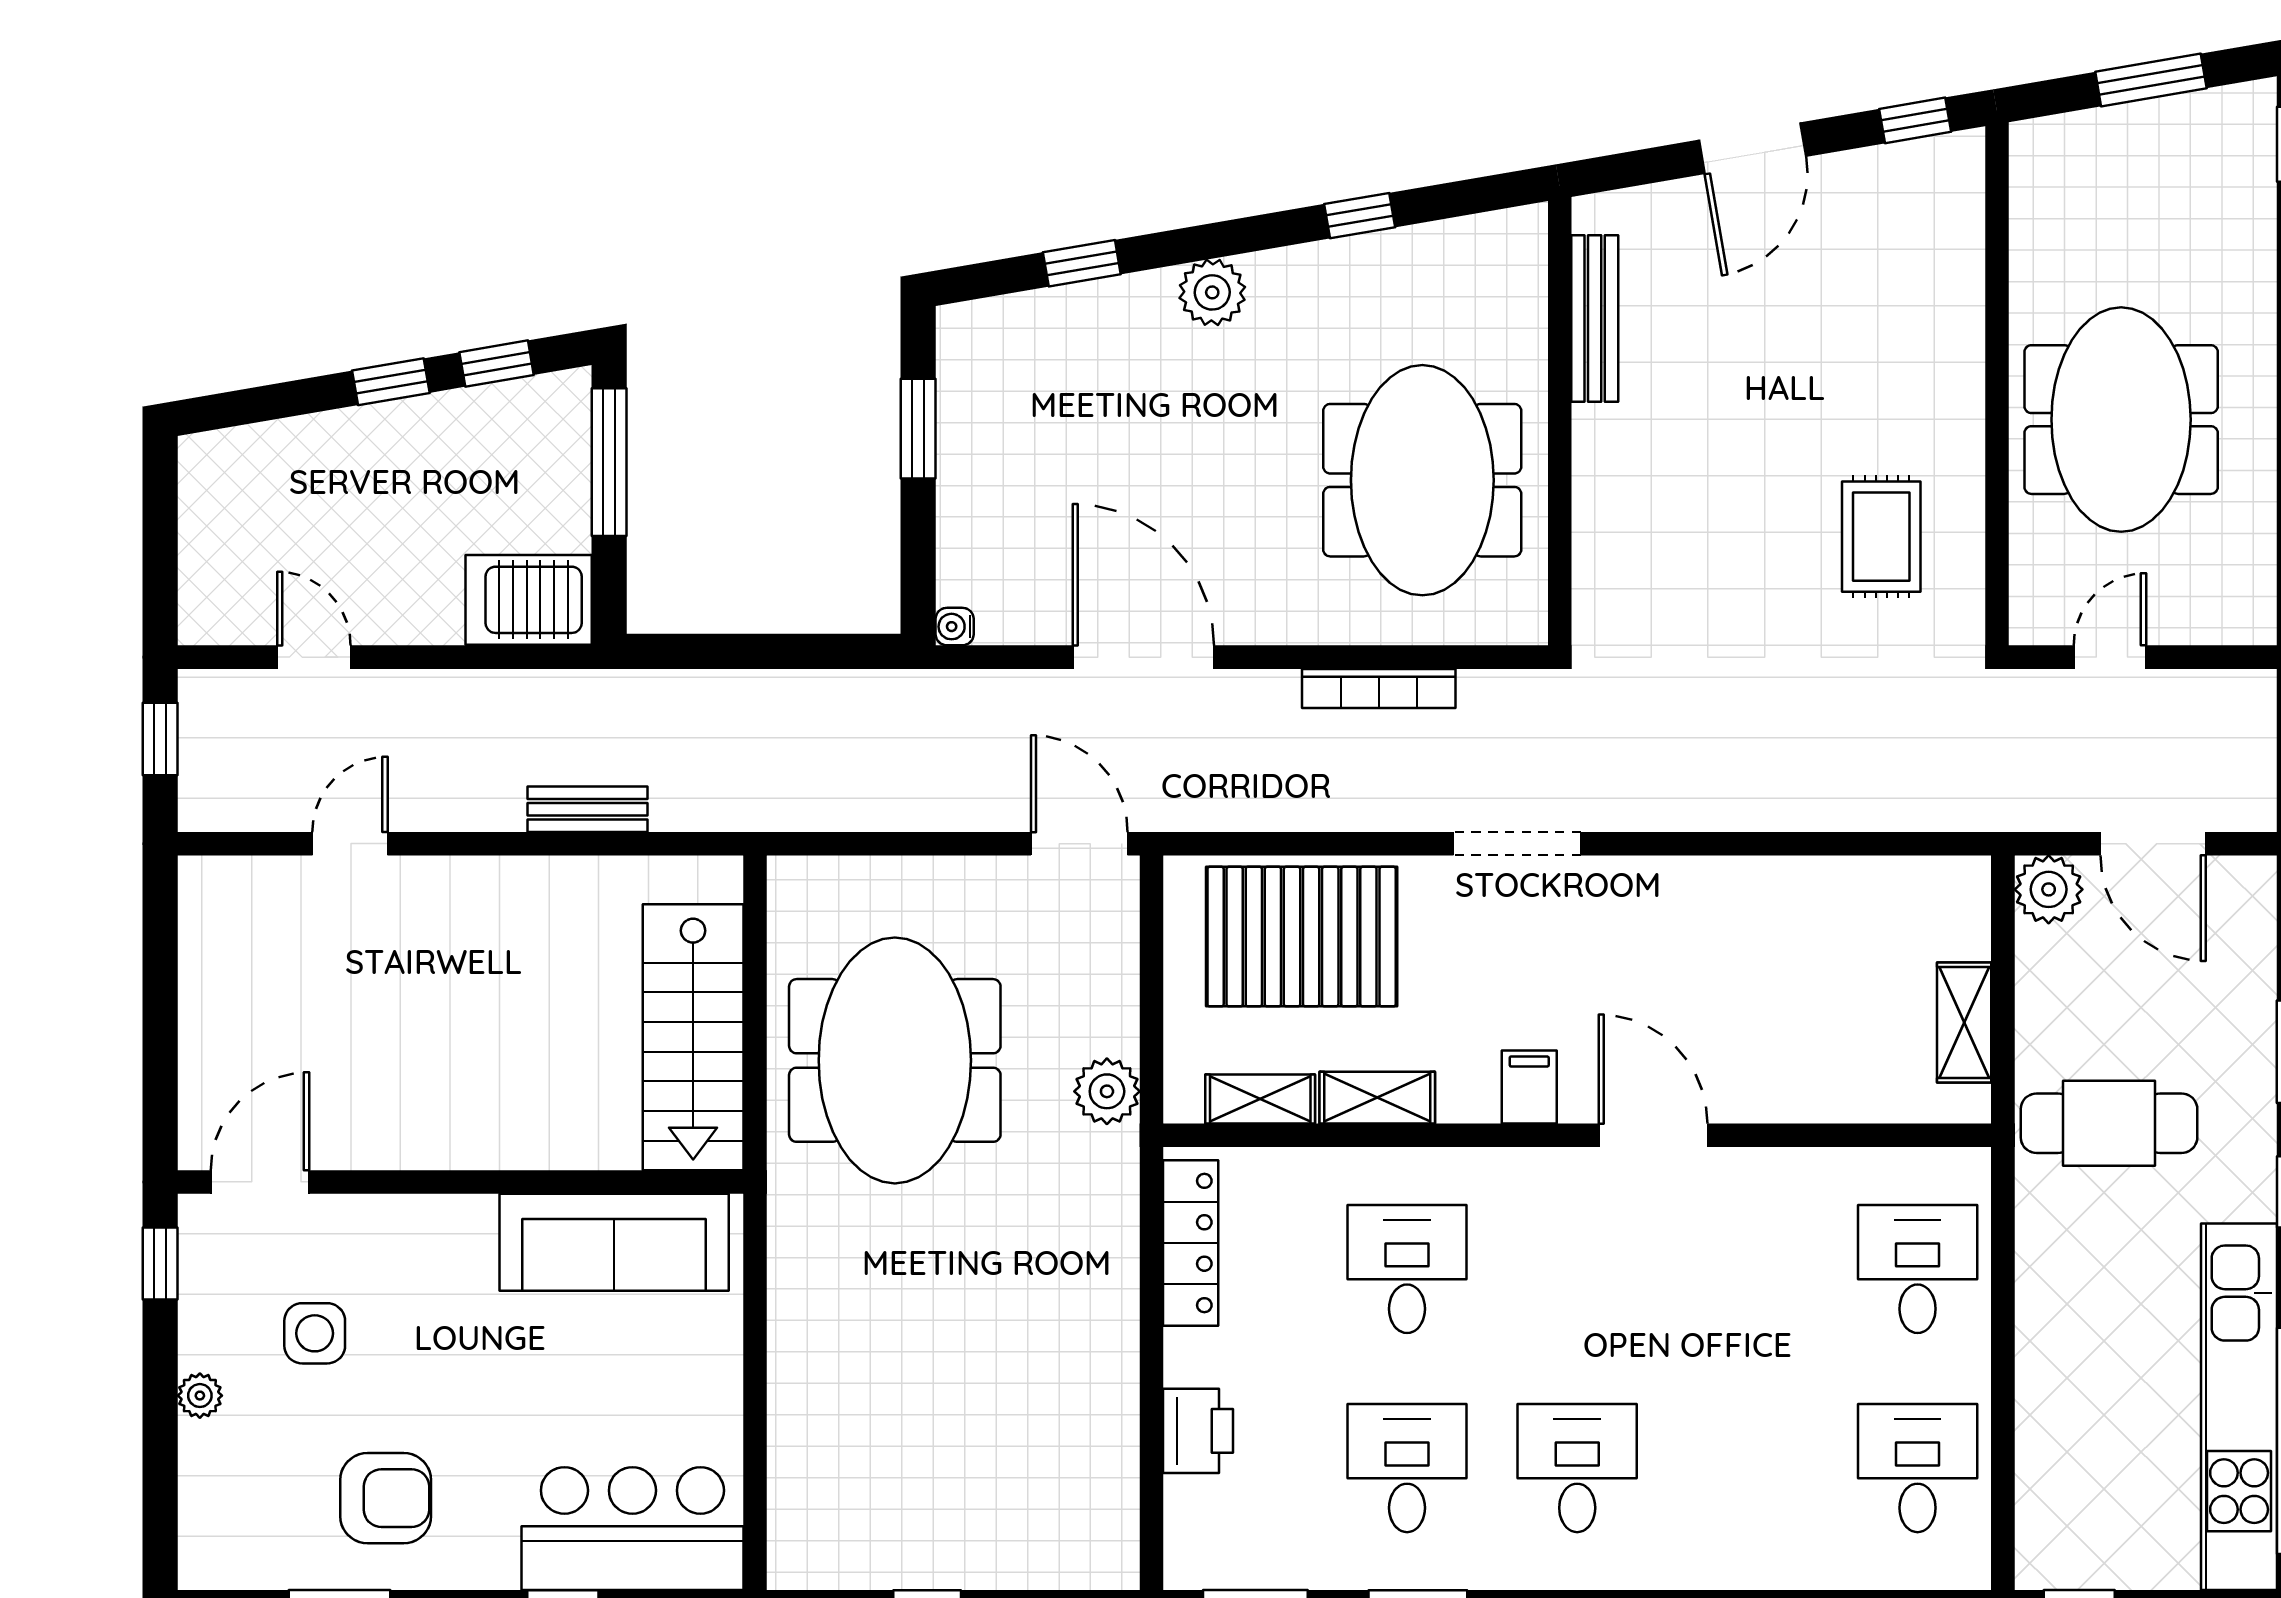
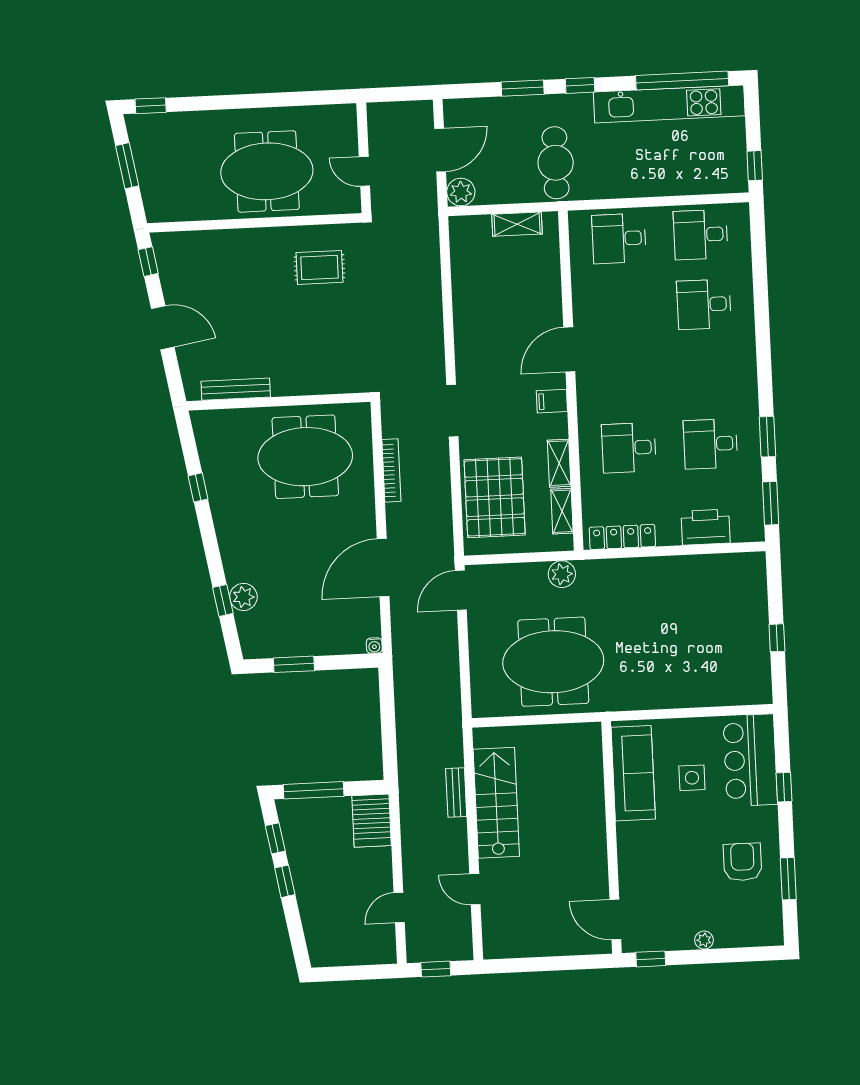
plant: (1212, 292) -> (243, 597), moved
stairs: (693, 1037) -> (496, 803), moved, turned -90
side table: (315, 1333) -> (692, 778), moved
printer: (1198, 1431) -> (706, 527), width x1.37, depth x1.19
desk: (1577, 1468) -> (704, 304), moved

